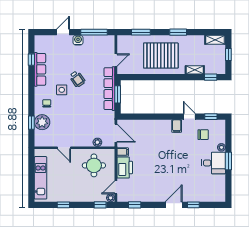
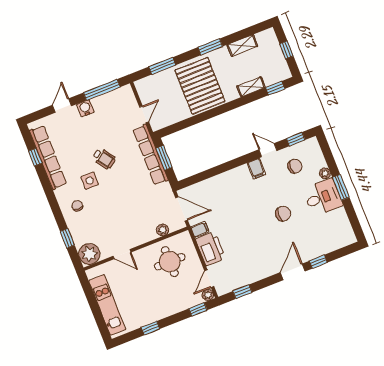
shelving: (215, 40) -> (242, 46), moved
pallet: (161, 56) -> (200, 86), turned 90
row of seats: (40, 69) -> (48, 157), width x1.36
plant: (42, 122) -> (89, 254), moved
chair: (183, 163) -> (283, 214), added

